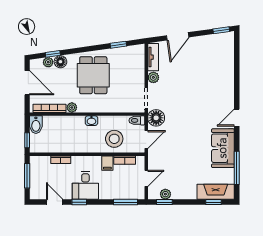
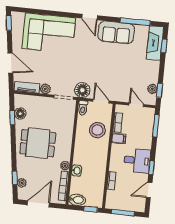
floor lamp: (60, 62) -> (20, 114), moved
corner sofa: (214, 75) -> (49, 33), added
washbasin: (91, 121) -> (77, 171), moved

